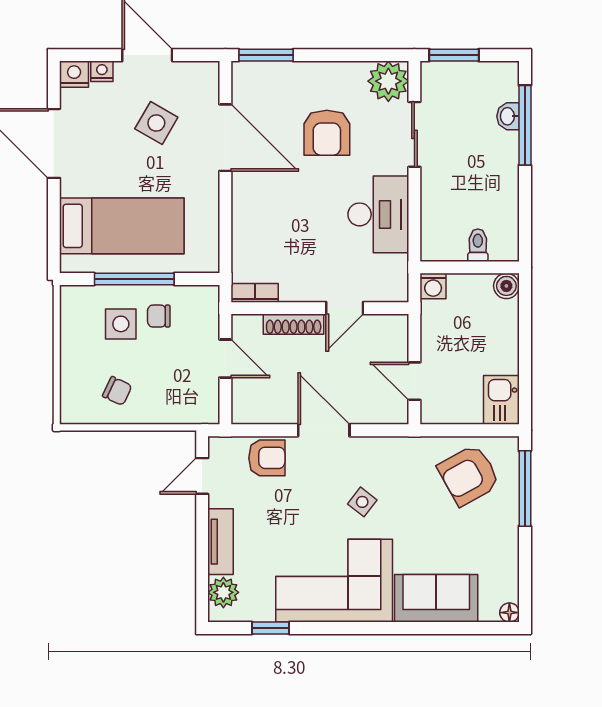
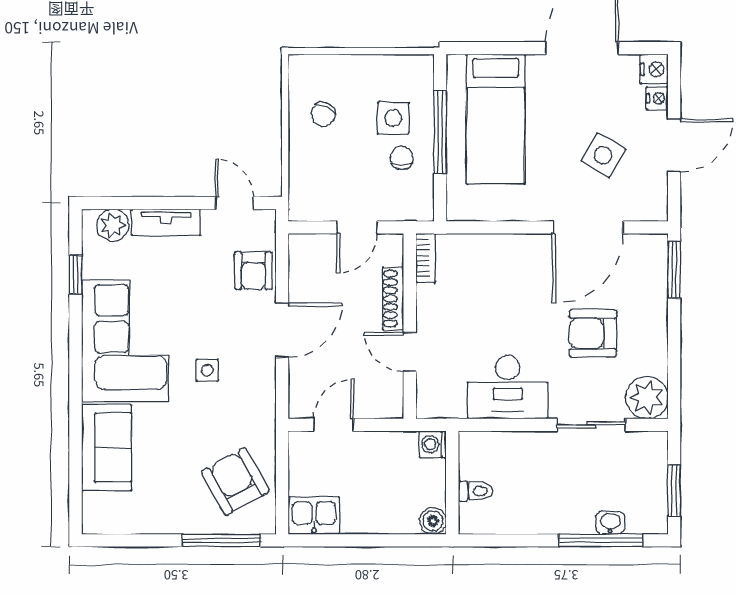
window: (454, 55) -> (674, 491), moved
side table: (362, 502) -> (207, 370), turned -38
floor lamp: (509, 613) -> (92, 524), removed

